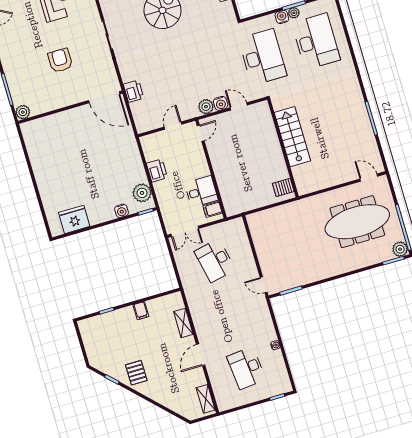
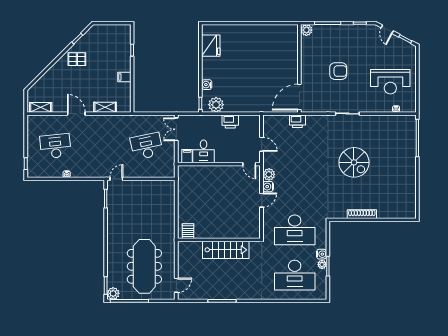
stairs: (292, 137) -> (226, 250), moved
wall: (283, 148) -> (219, 240), moved
server rack: (283, 187) -> (188, 231), moved

